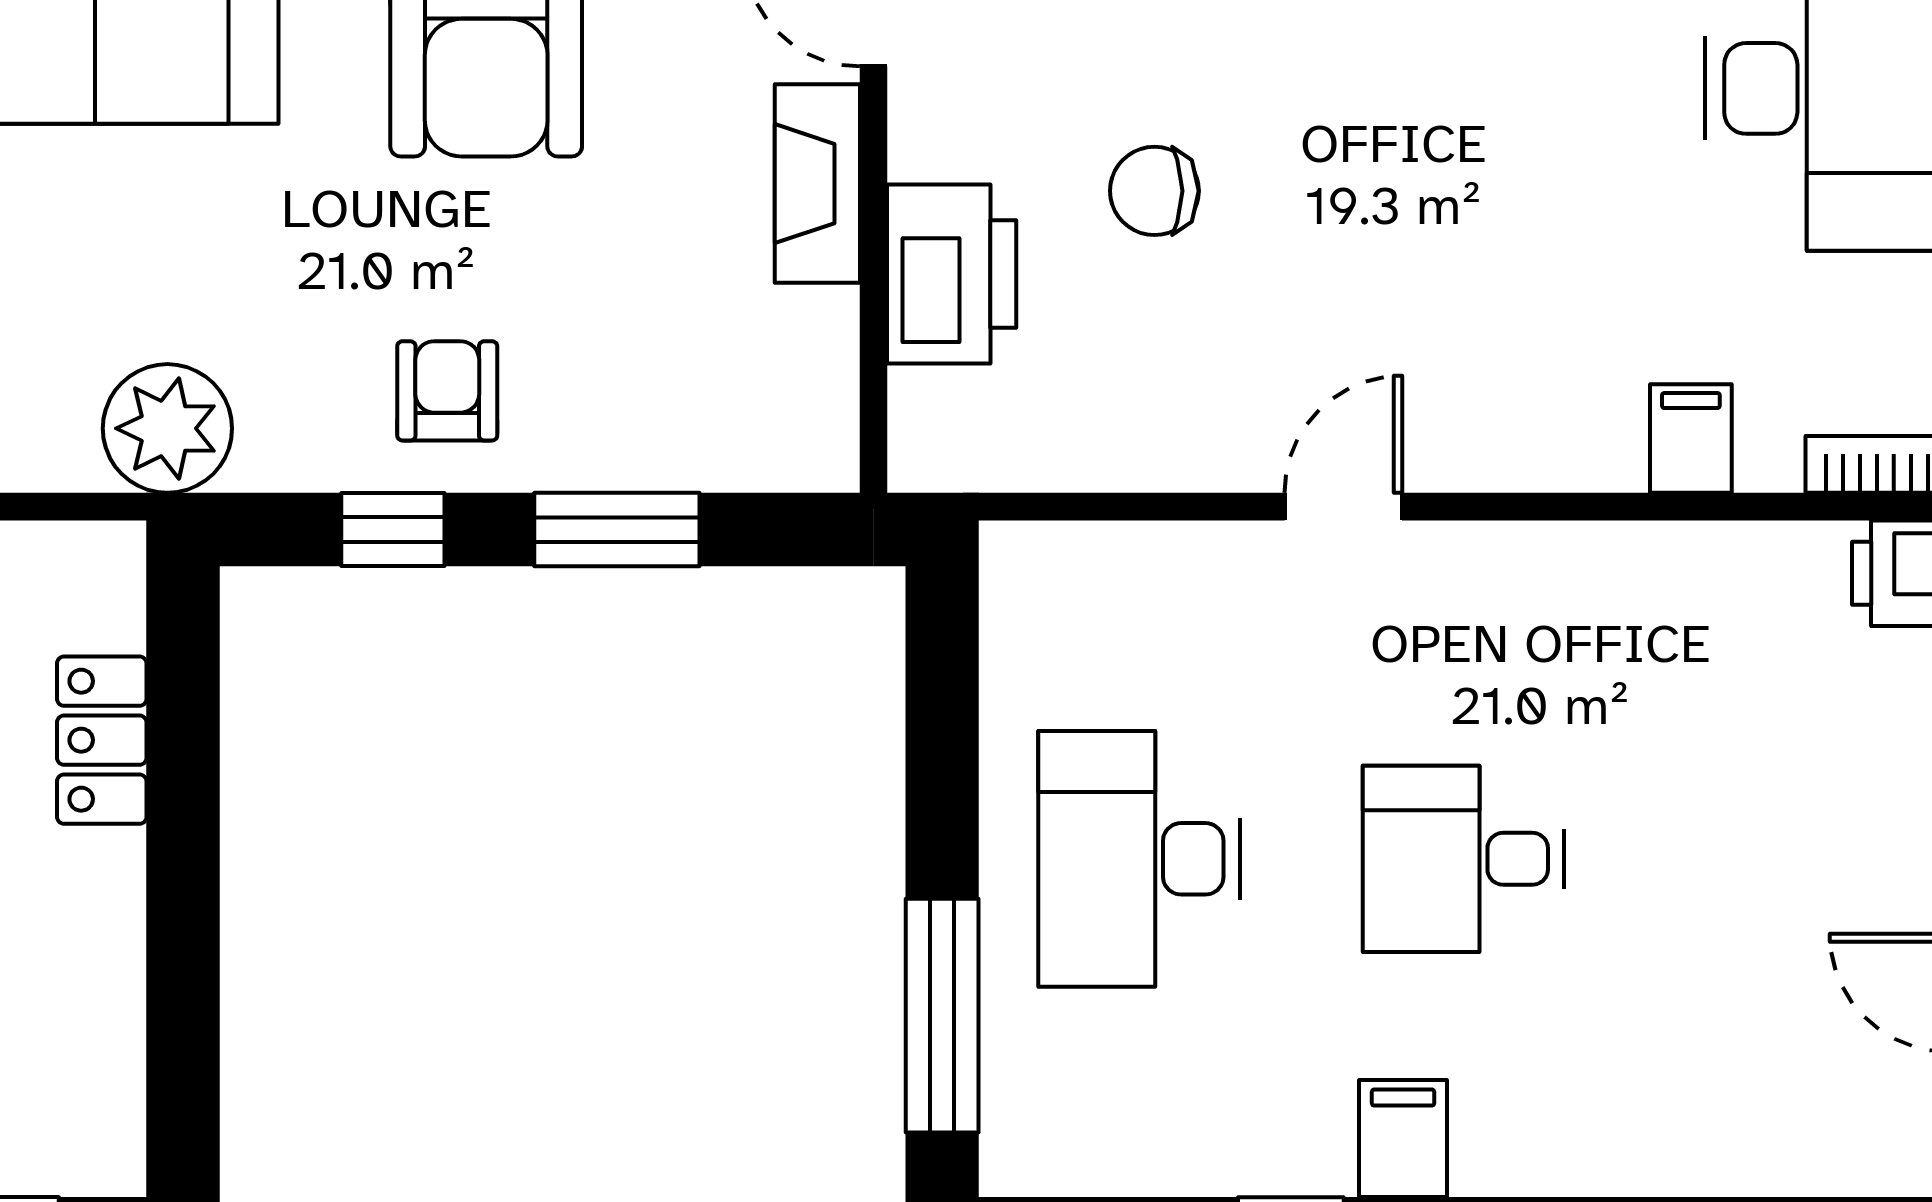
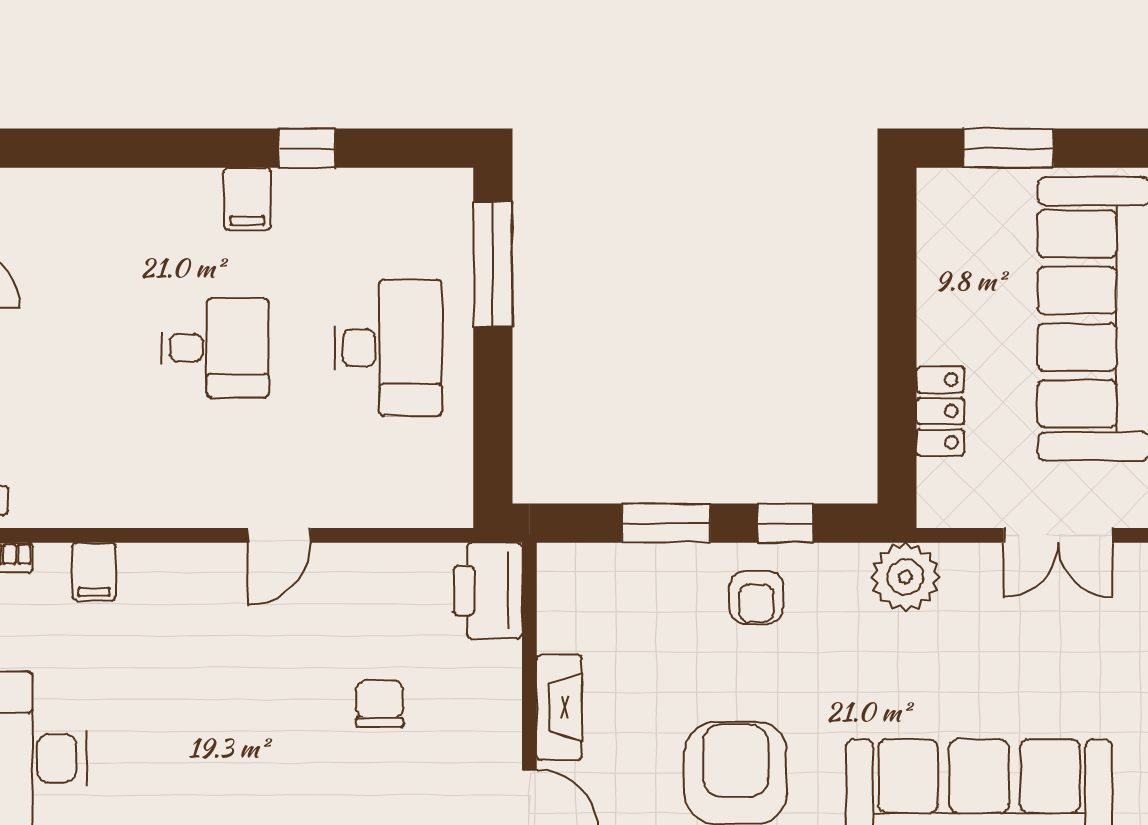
chair: (1154, 191) -> (380, 704), turned -90
printer: (952, 274) -> (488, 590), moved

